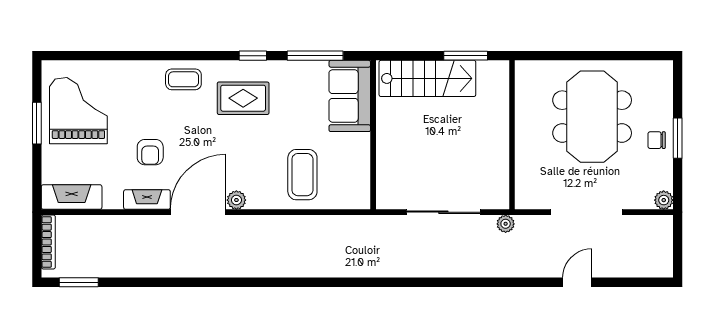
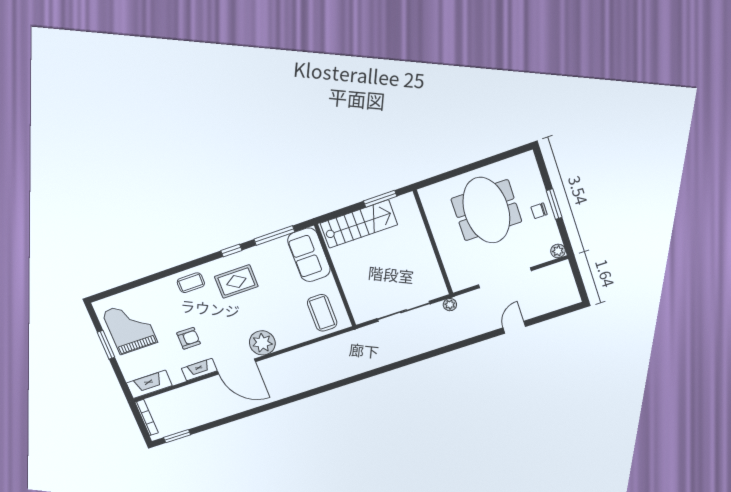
armchair: (150, 152) -> (189, 338), turned -90
coffee table: (302, 175) -> (322, 313), moved
plant: (236, 200) -> (262, 343), width x1.87, depth x1.87
door: (198, 212) -> (236, 366), swing flipped

